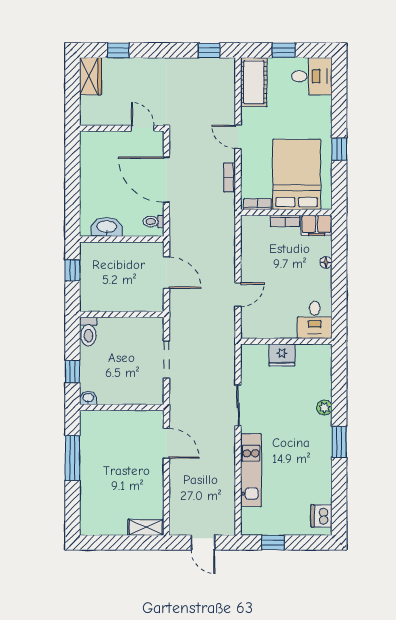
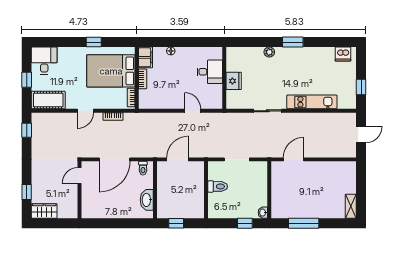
desk: (315, 320) -> (210, 72), moved
toilet: (88, 331) -> (218, 186), moved
shelving: (146, 527) -> (351, 206), moved

